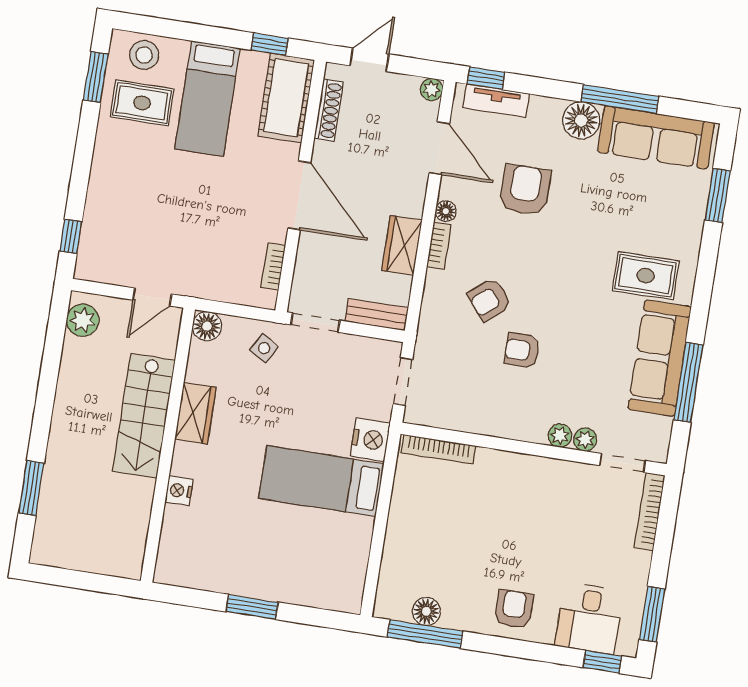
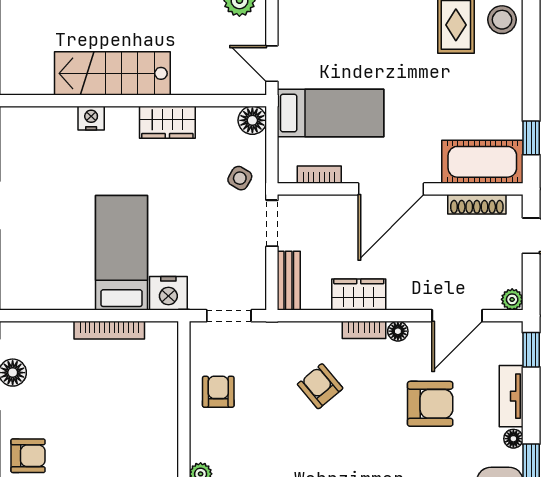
bed: (207, 99) -> (331, 113), moved, turned 180
tv unit: (496, 101) -> (511, 396), moved
floor lamp: (581, 120) -> (513, 439), width x0.53, depth x0.53
armchair: (522, 350) -> (218, 392), moved
stairs: (144, 416) -> (112, 73), moved
bookcase: (439, 449) -> (109, 330), moved, turned -90

